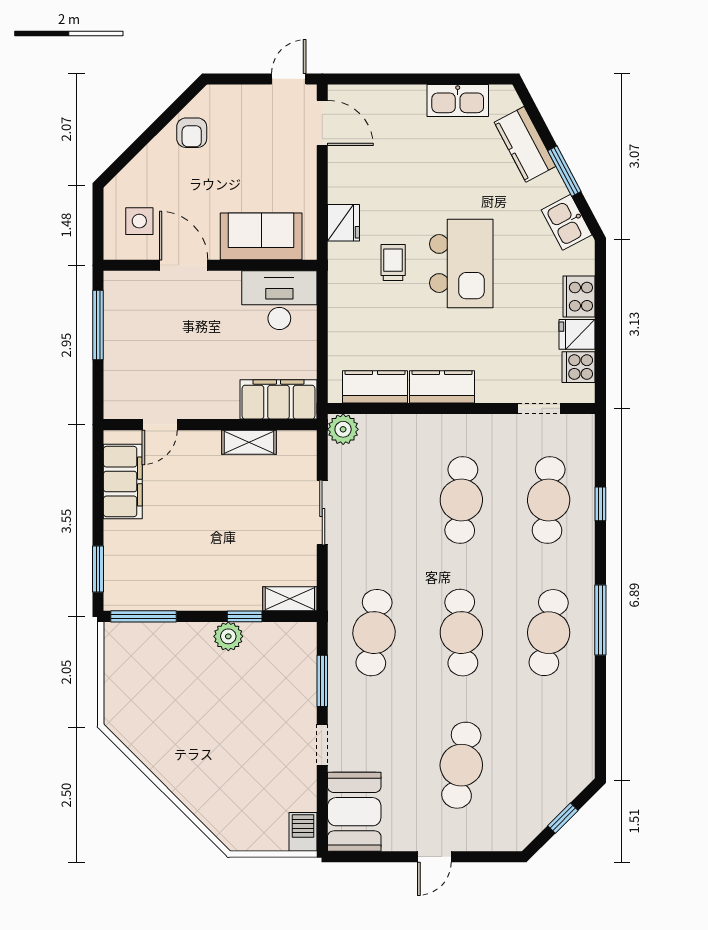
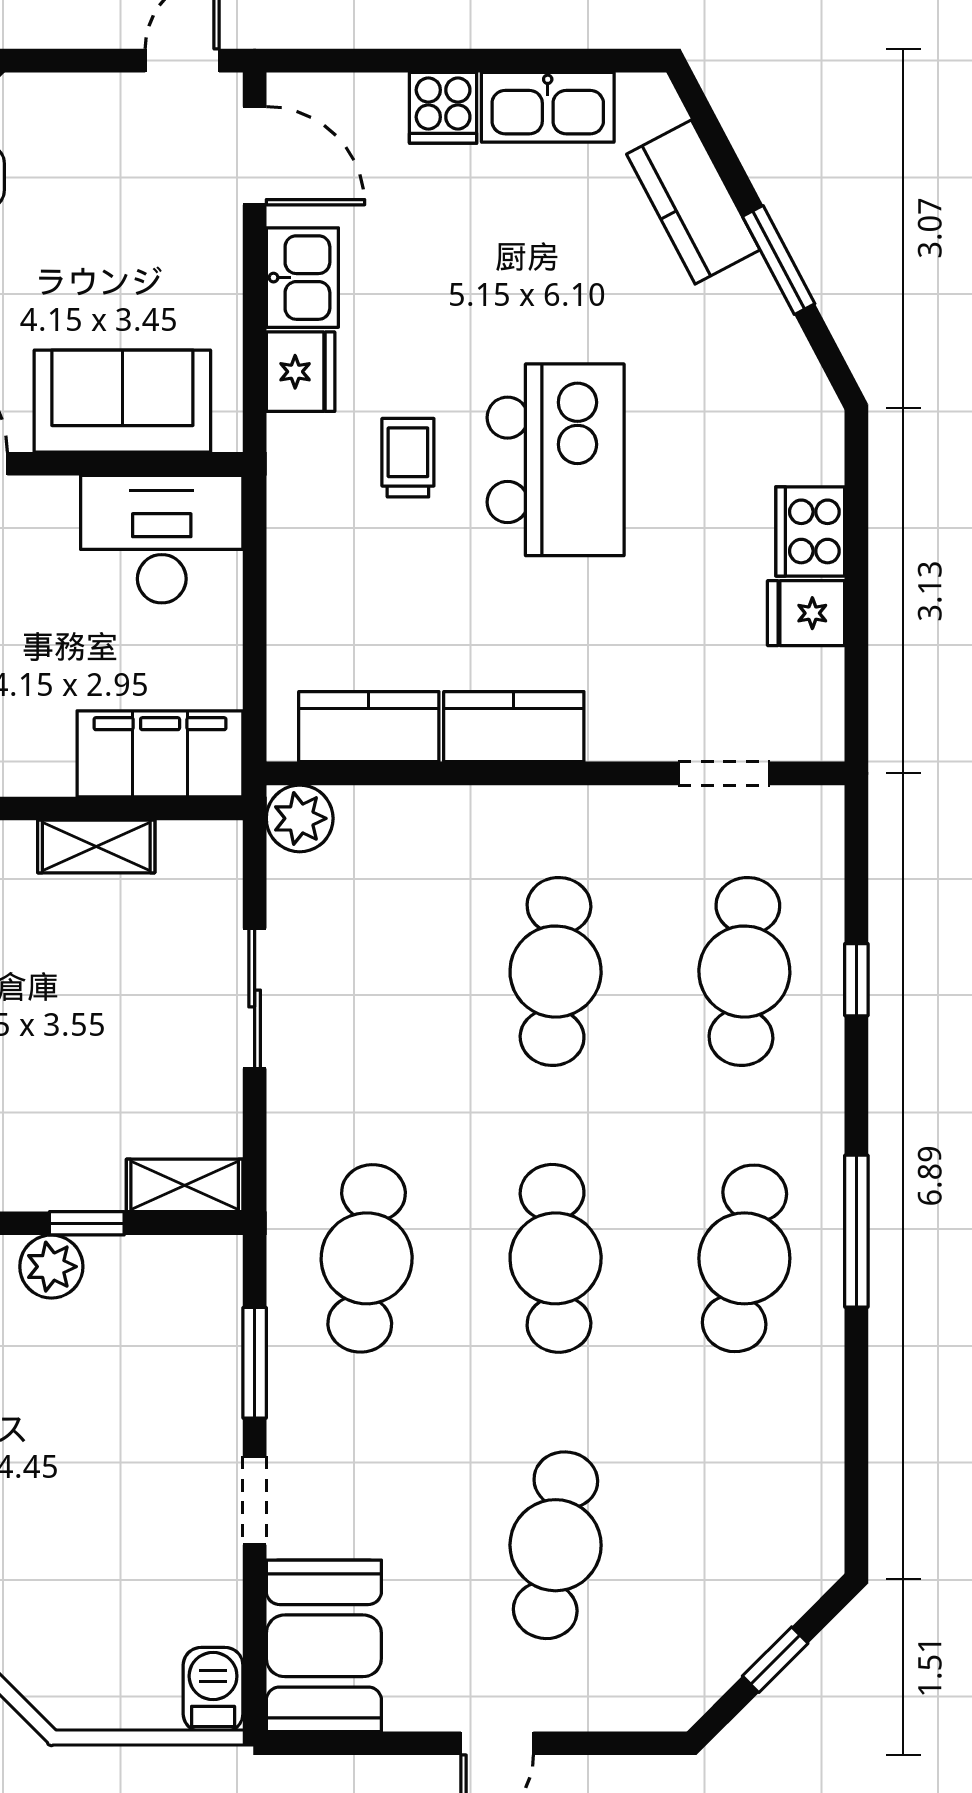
kitchen sink: (567, 222) -> (302, 278), moved, turned -152
cooker: (579, 367) -> (443, 108), moved, turned -90

